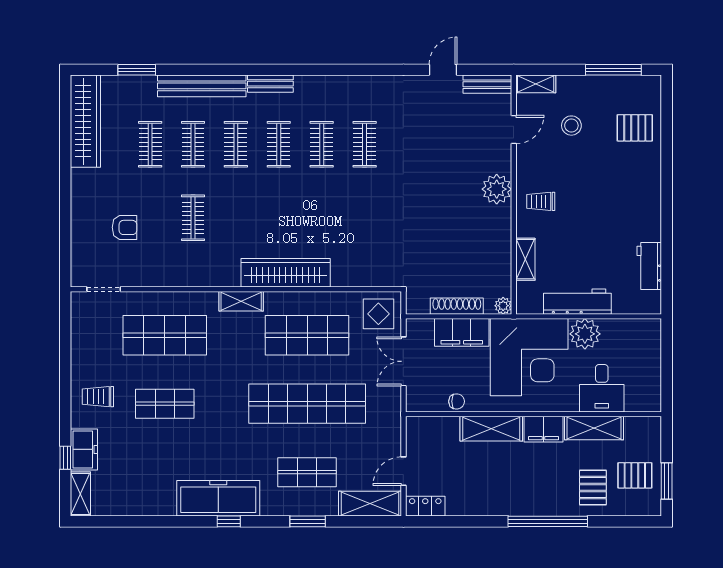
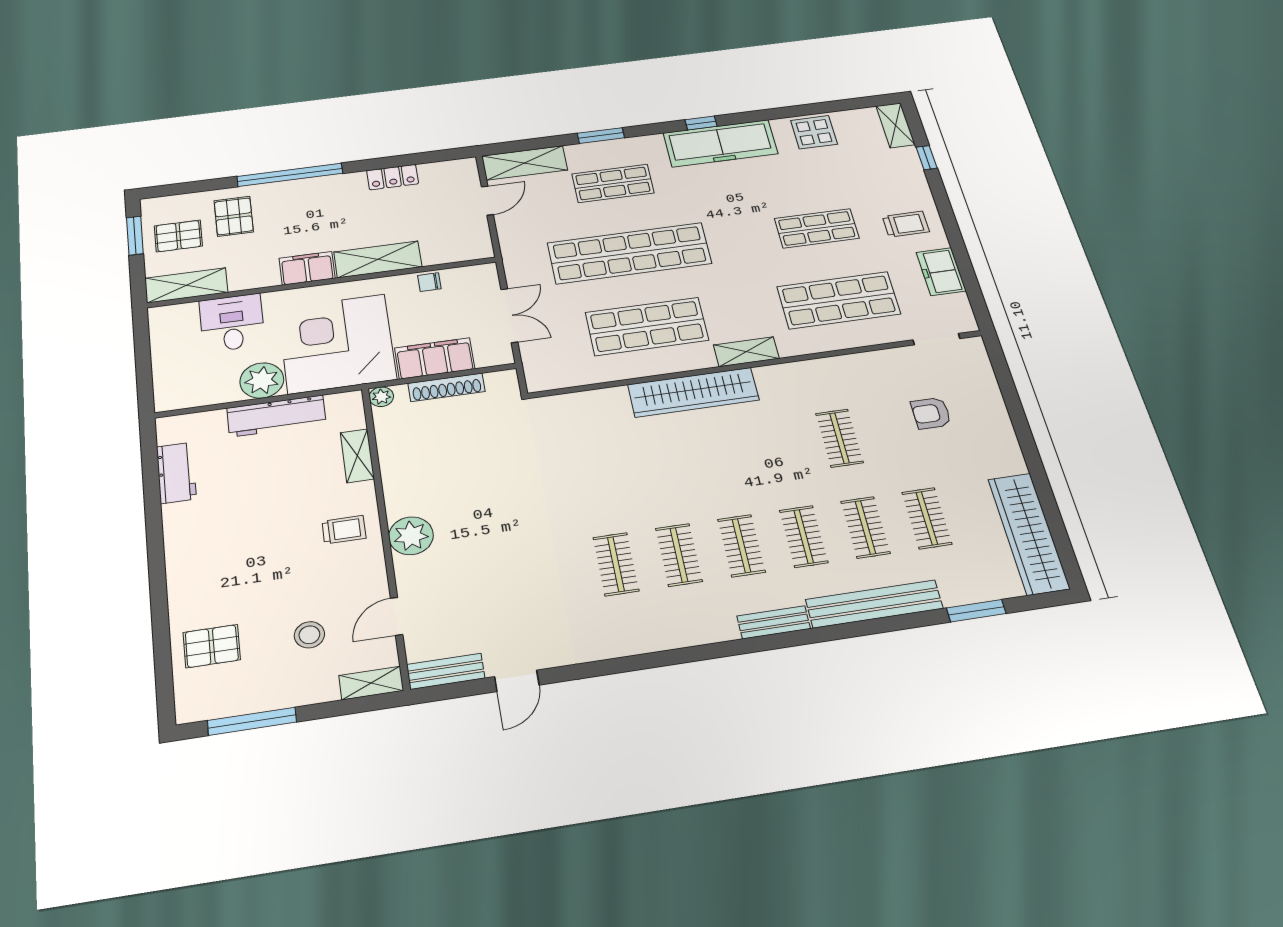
display table: (378, 314) -> (814, 132), moved
shelving: (594, 428) -> (186, 285), moved
freezer: (84, 449) -> (941, 272), moved
locker: (425, 506) -> (393, 177), moved

